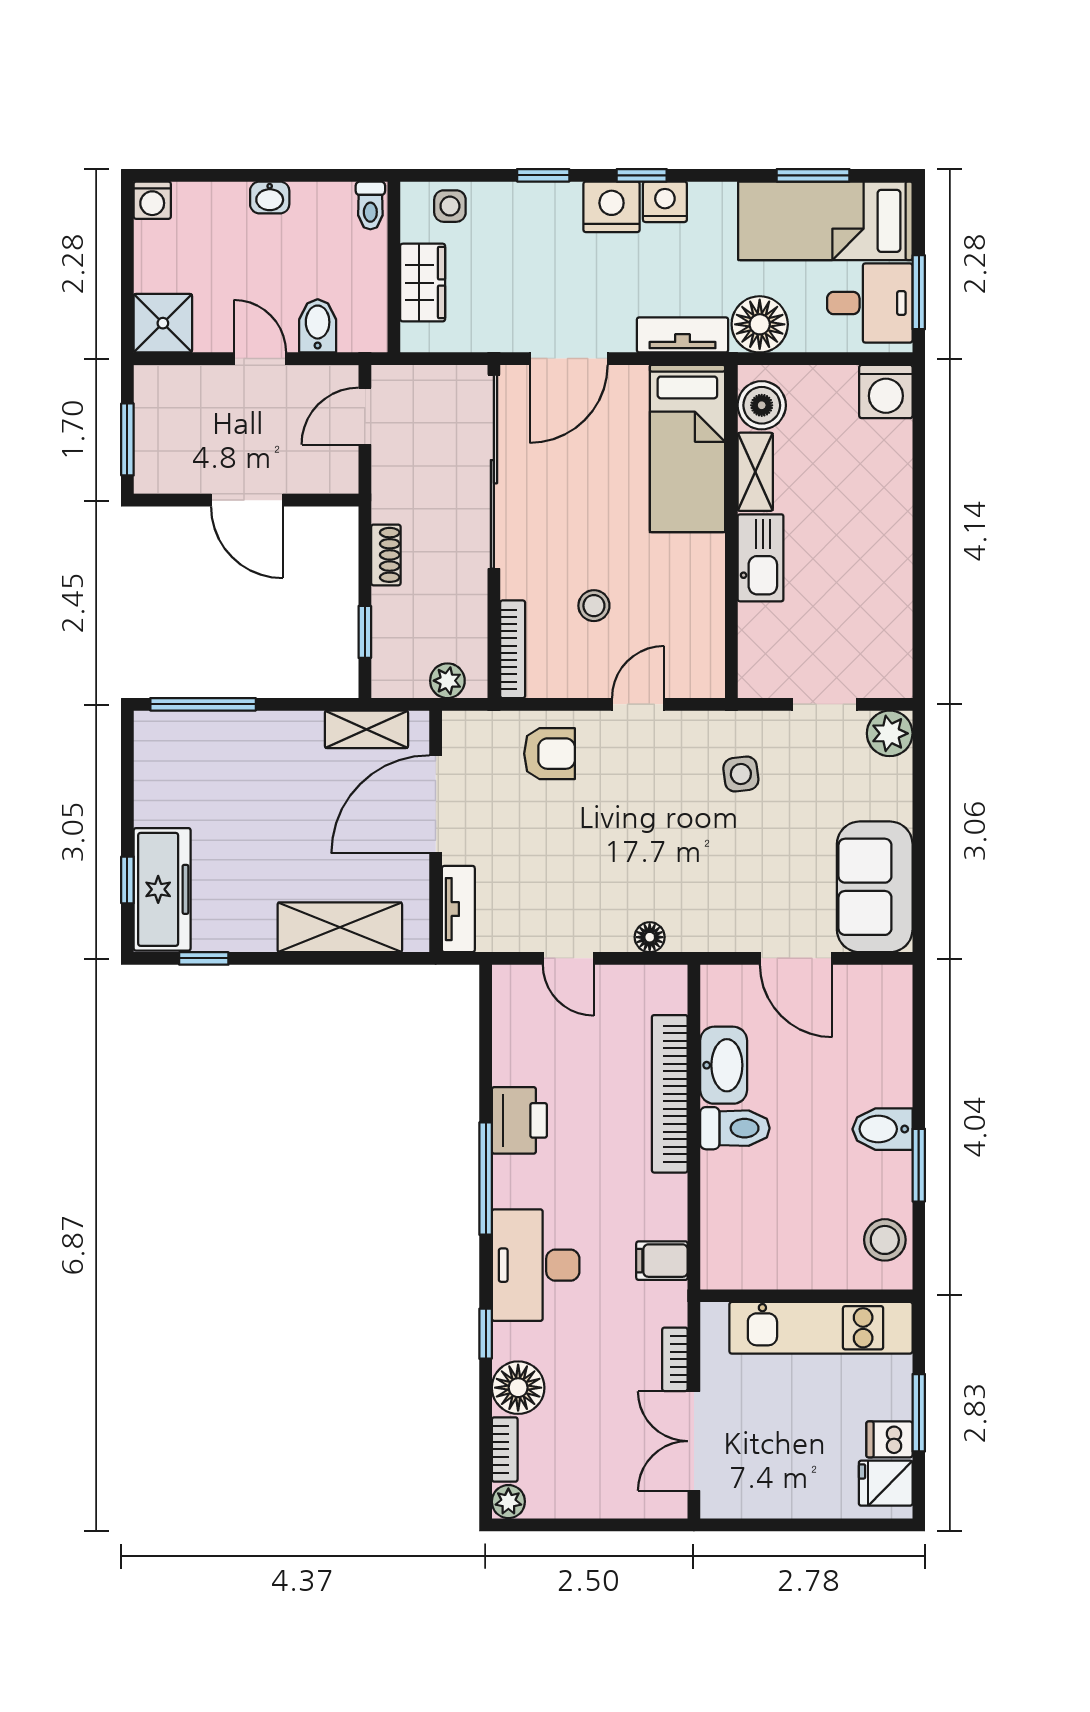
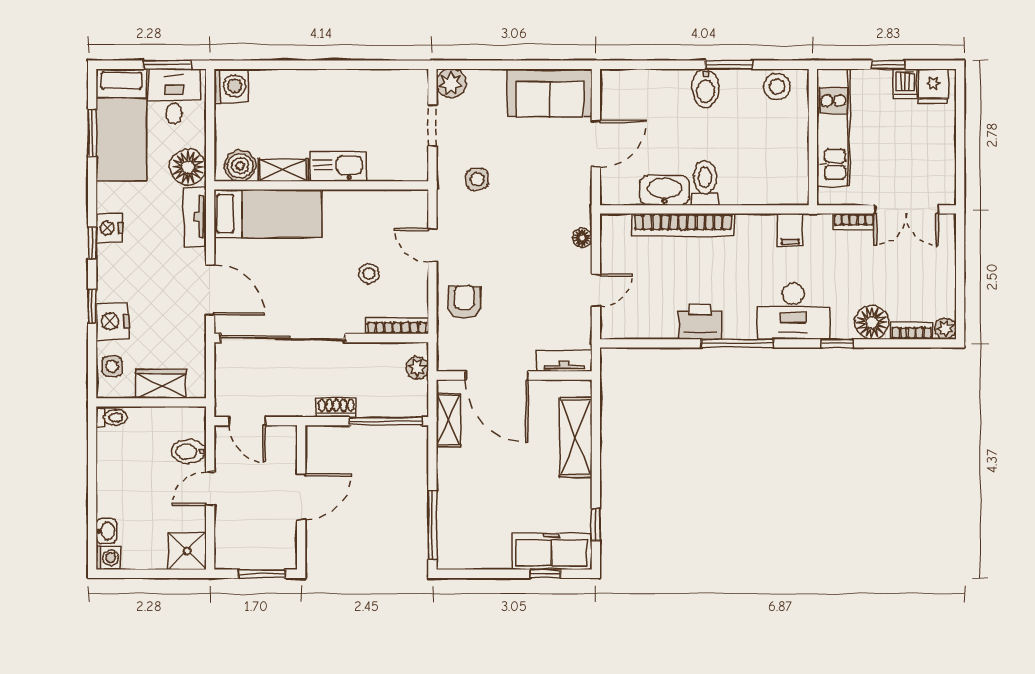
washbasin: (270, 198) -> (106, 531), moved
nightstand: (612, 207) -> (112, 321), moved
window: (365, 632) -> (386, 421), width x2.17
window: (919, 1413) -> (888, 65), width x0.67

